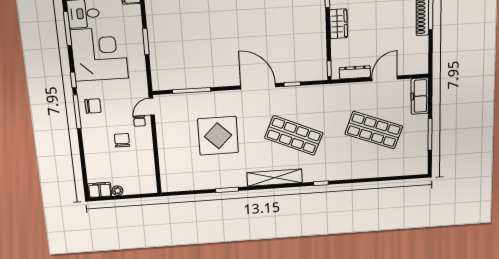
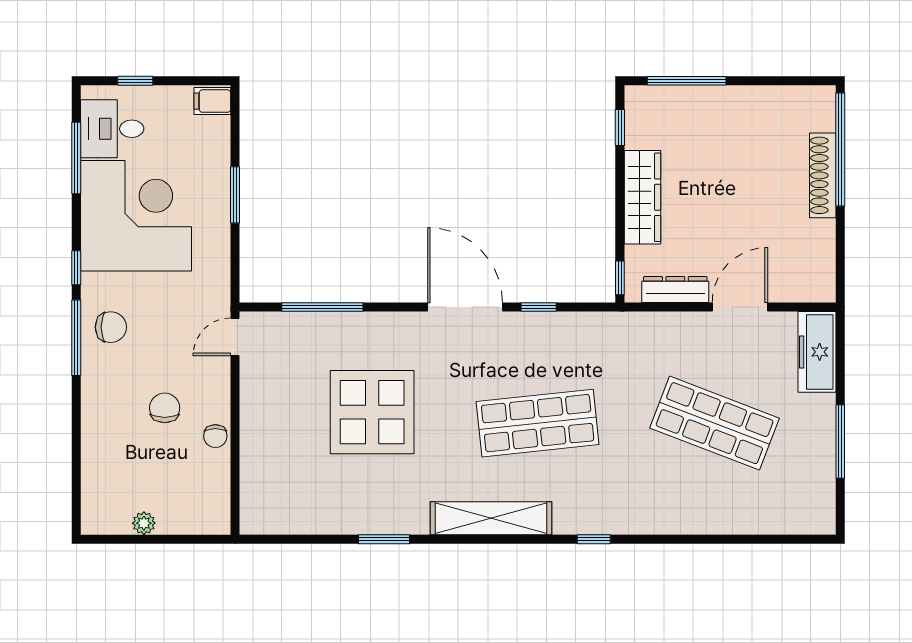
wardrobe: (339, 24) -> (642, 197), width x1.50
chair: (139, 121) -> (215, 436), moved
shop shelf: (294, 135) -> (538, 423), turned -30
filing cabinet: (100, 190) -> (105, 518), removed

